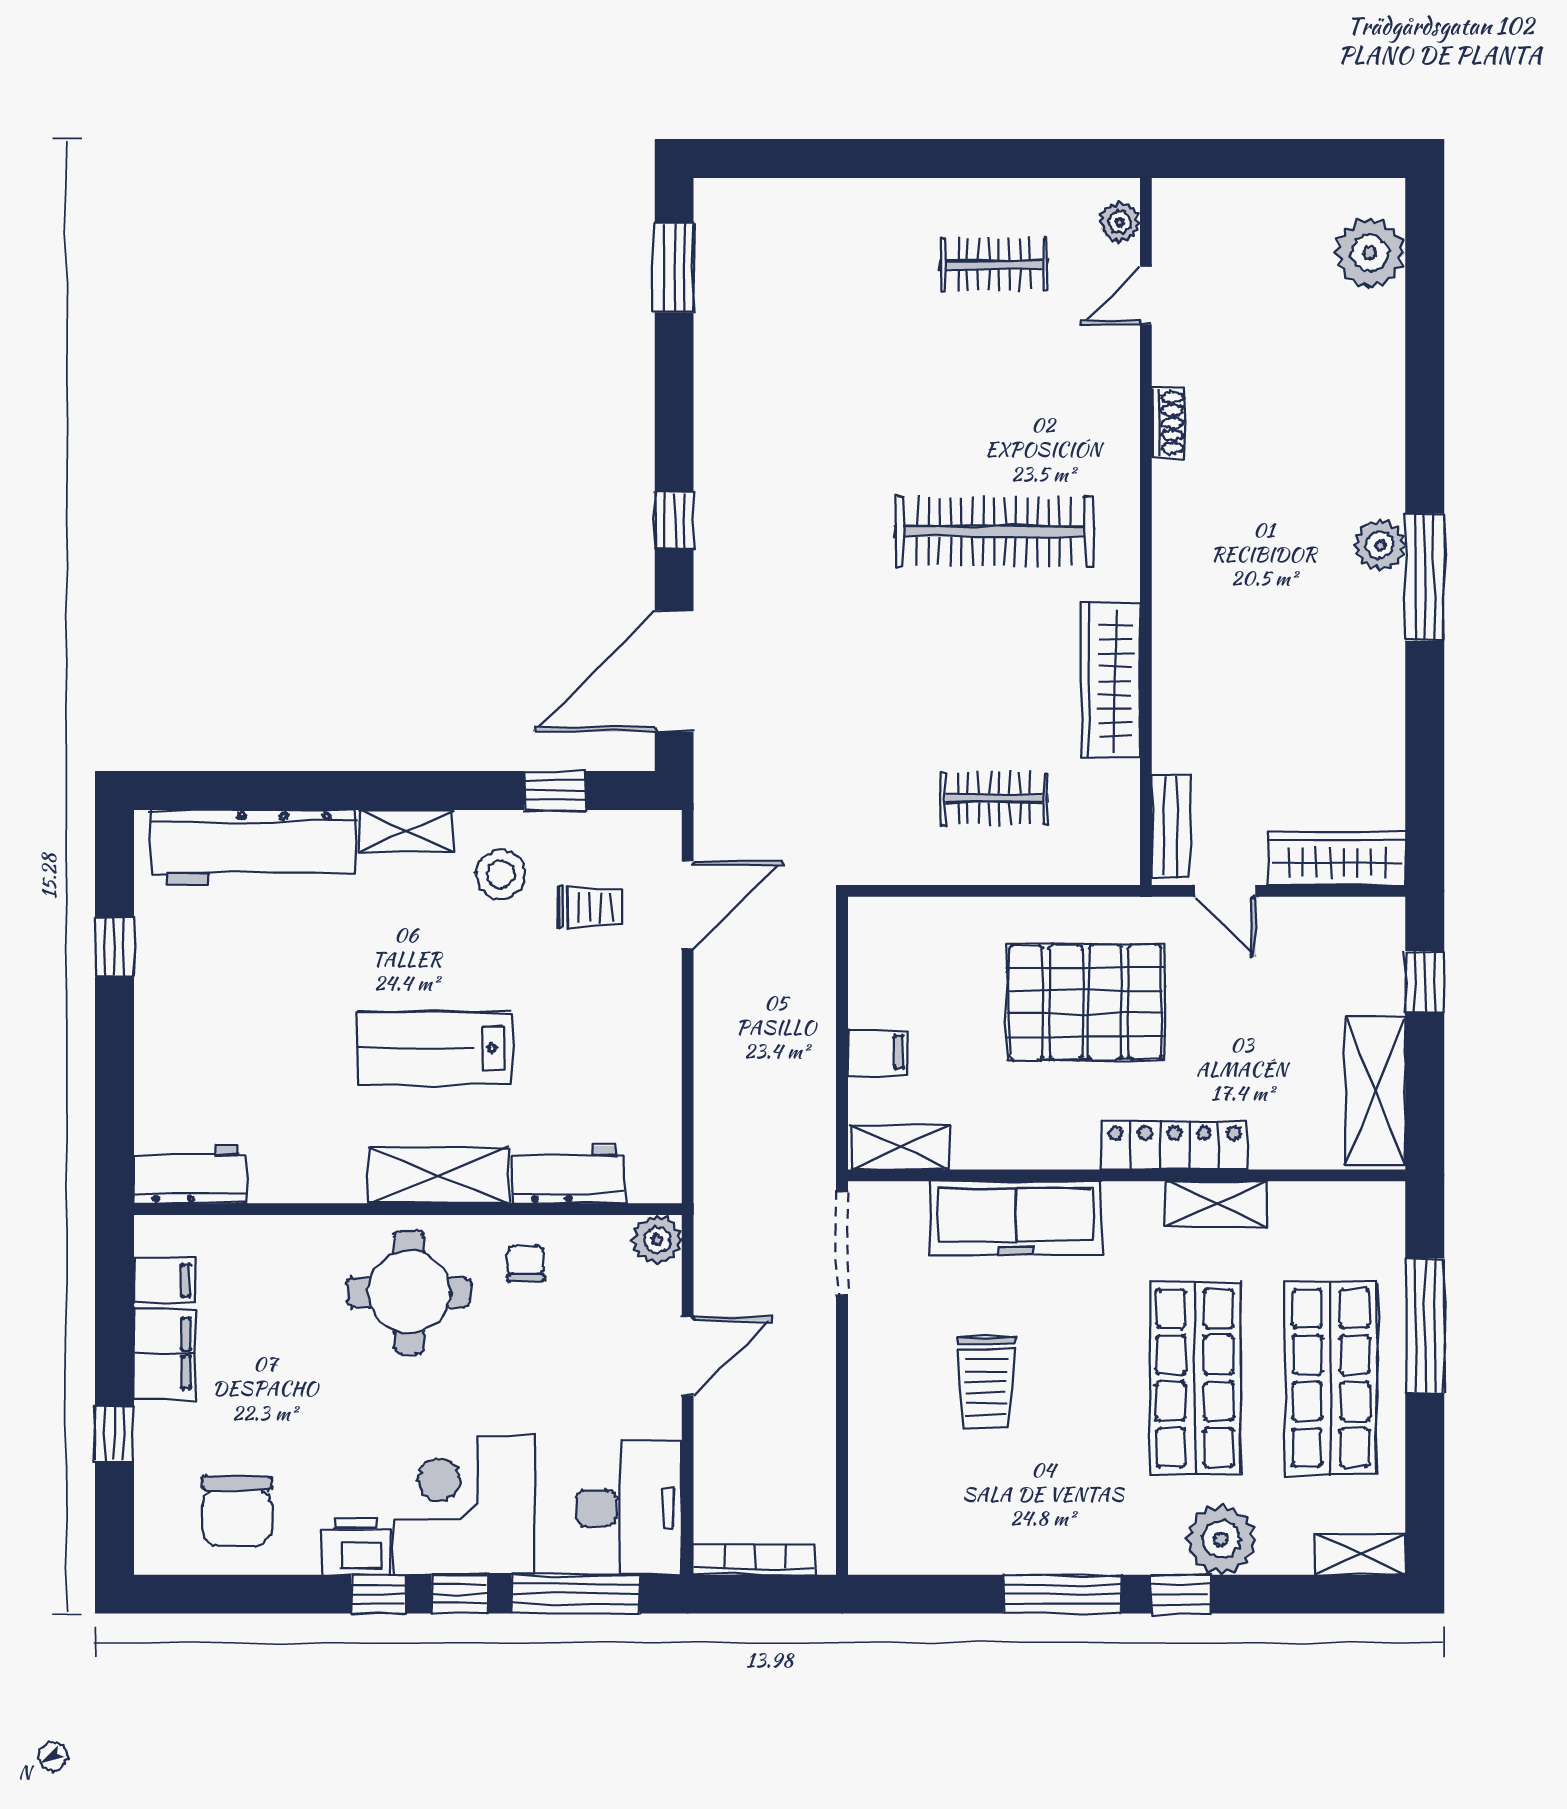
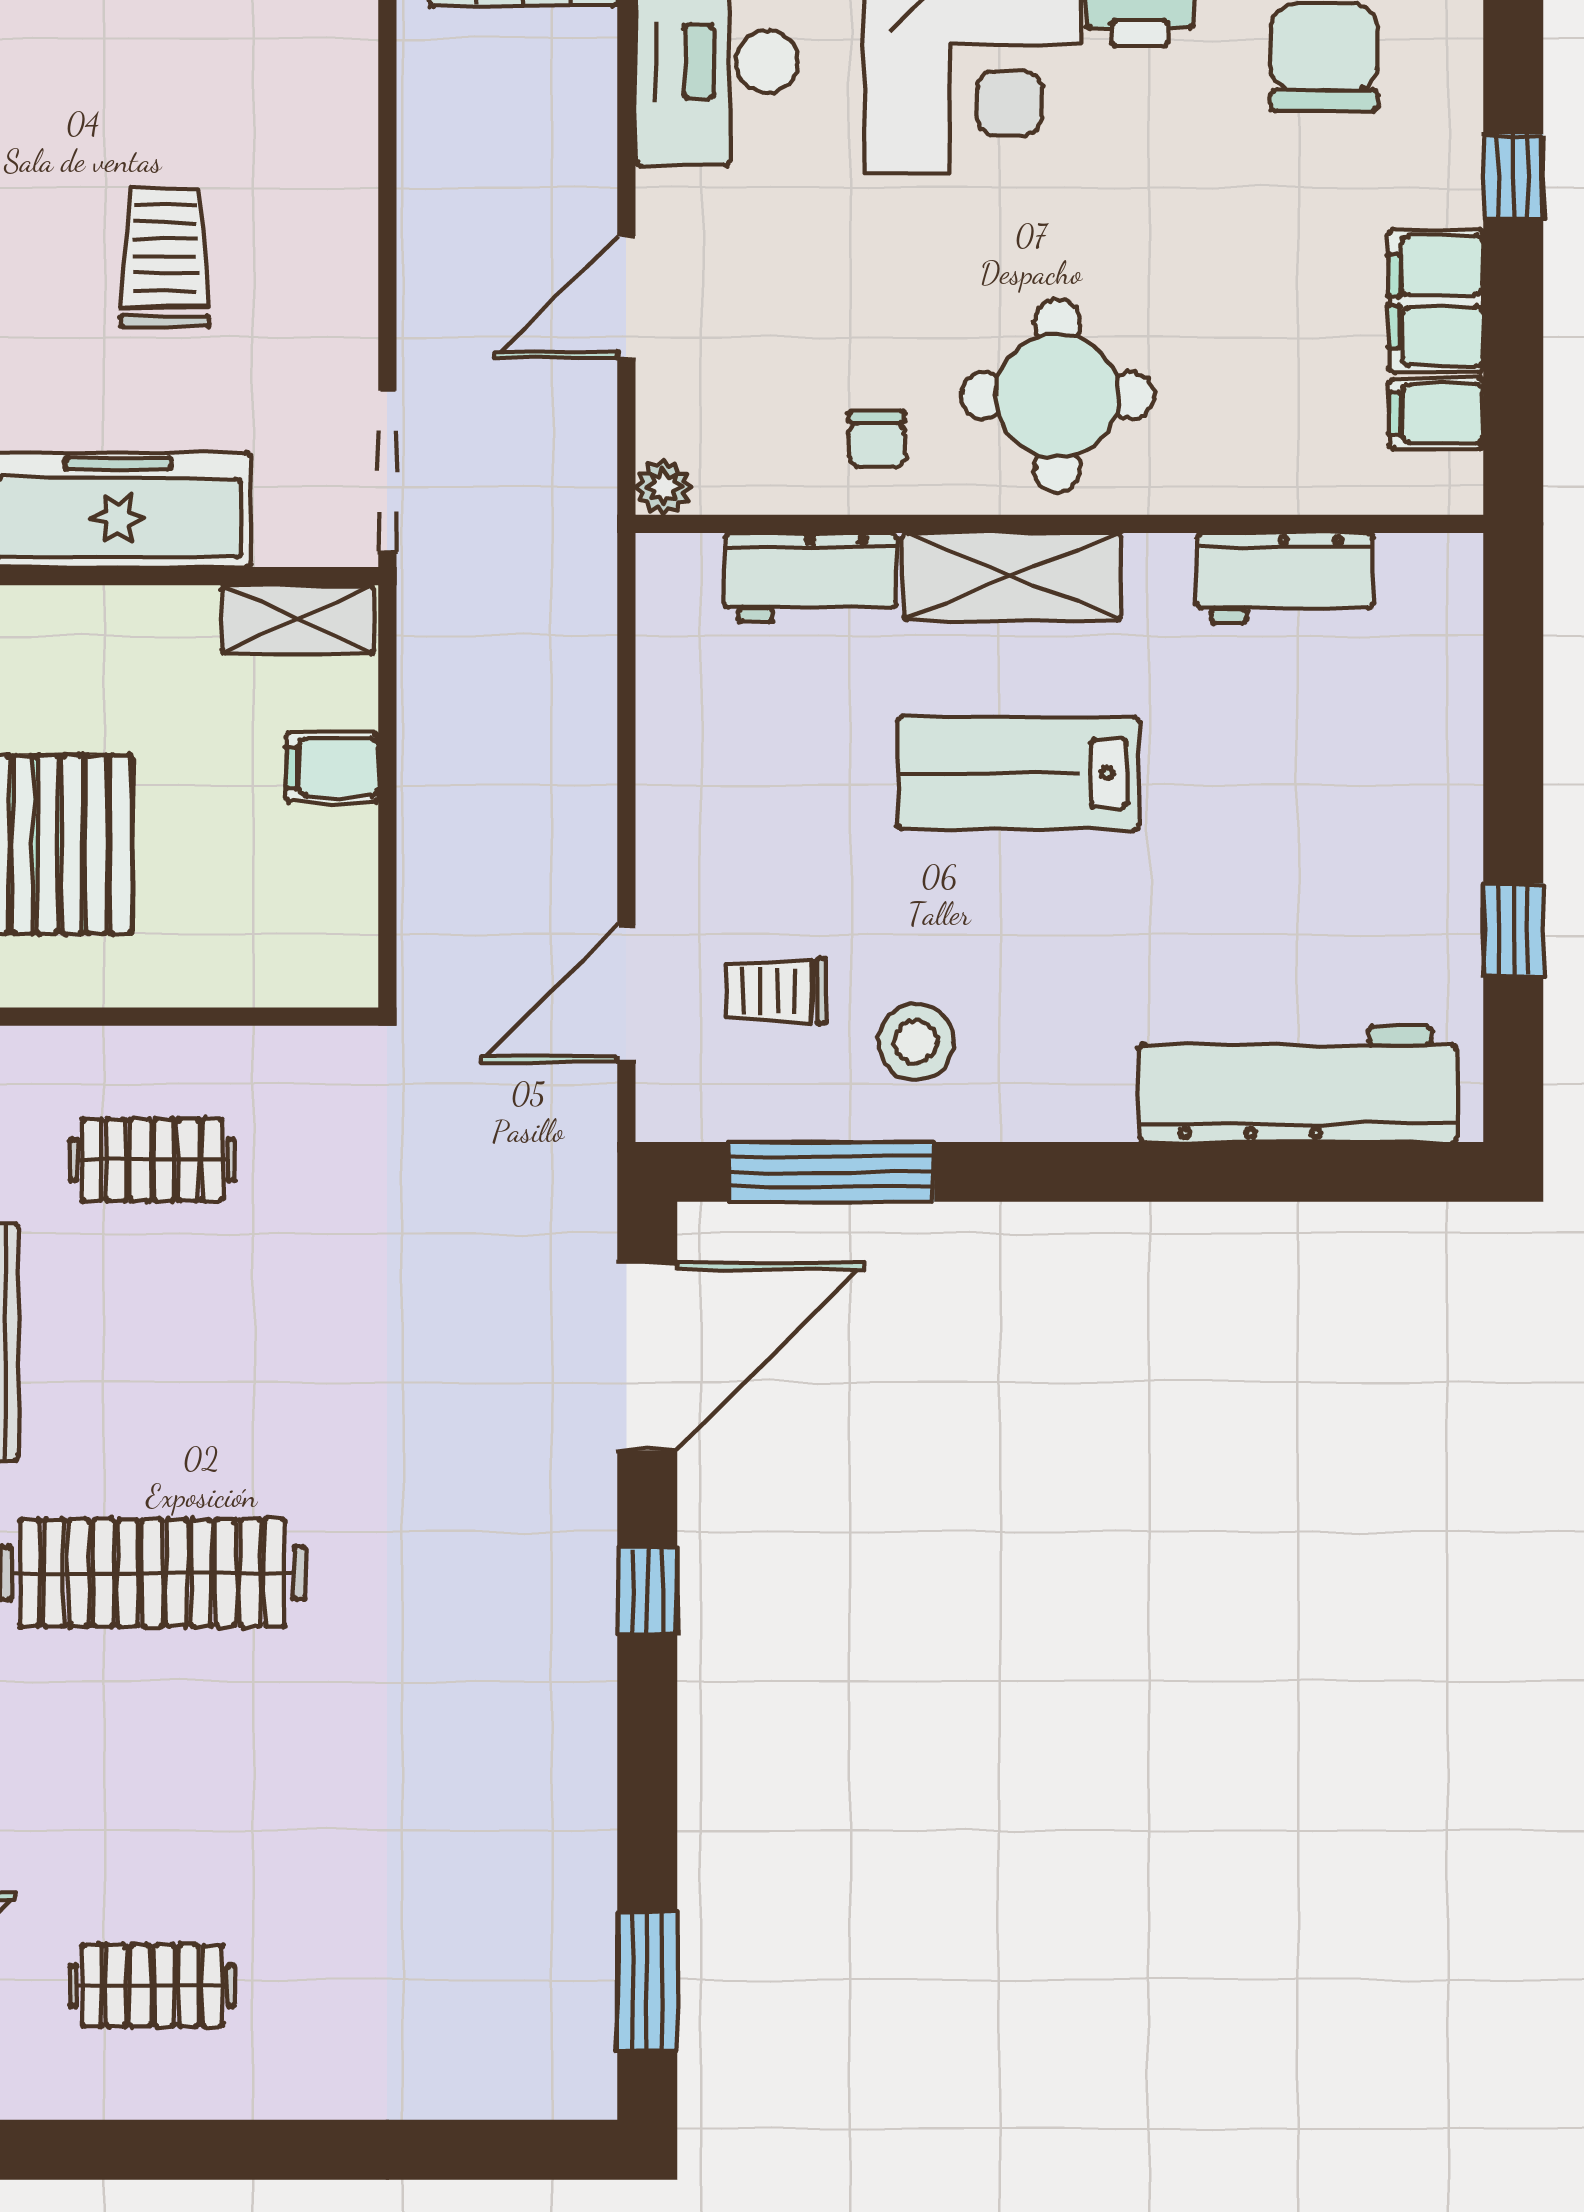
window: (555, 790) -> (832, 1172), width x2.17
shelving: (407, 831) -> (1061, 1109), removed
lab bench: (434, 1048) -> (1018, 773), turned 180
workbench: (190, 1174) -> (1285, 578), moved
plant: (657, 1240) -> (663, 487), width x0.73, depth x0.73

